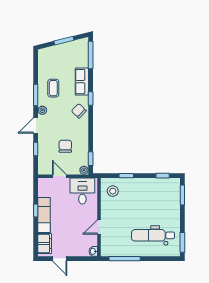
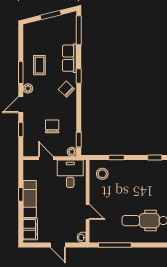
door: (99, 227) -> (88, 212), swing flipped
door: (60, 259) -> (58, 245), moved

